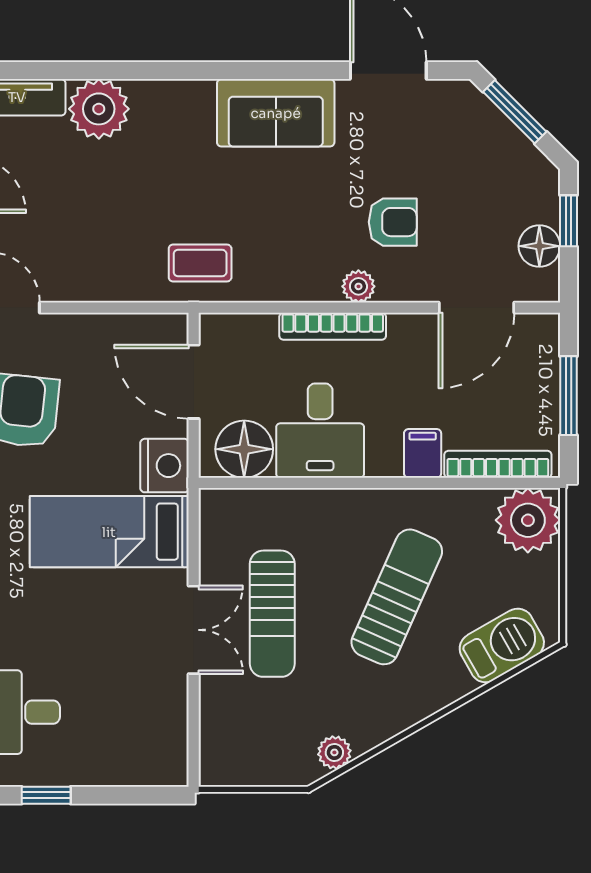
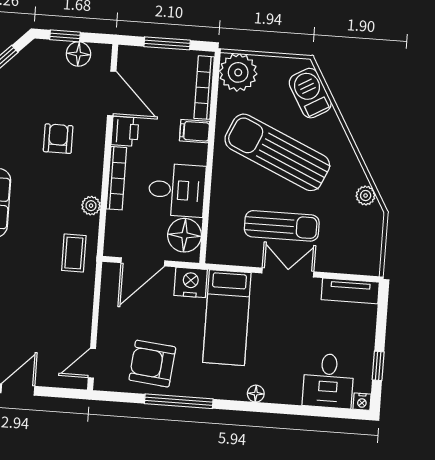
plant: (358, 286) -> (91, 206), moved
printer: (414, 335) -> (125, 131), added
sun lounger: (397, 597) -> (277, 152), width x1.36, depth x1.34
tv unit: (170, 738) -> (350, 291), added

